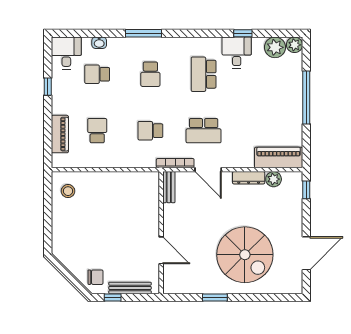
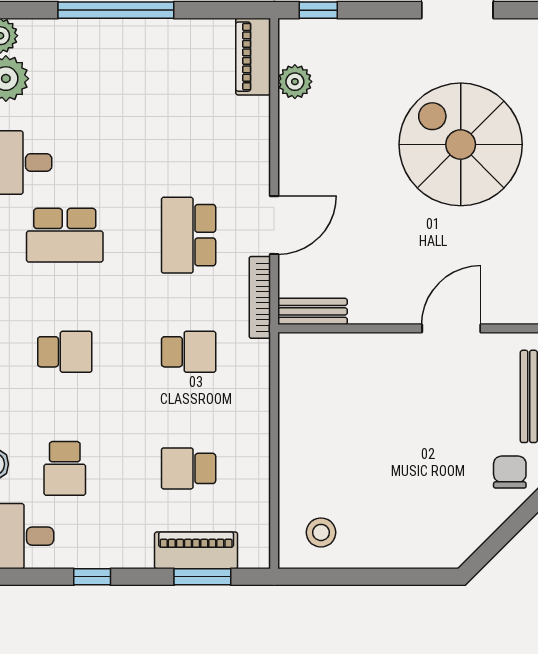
school desk: (150, 131) -> (189, 352), turned -90
school desk: (204, 131) -> (189, 235), turned 180
window: (48, 137) -> (202, 577), added
piano: (279, 158) -> (253, 57), width x0.73, depth x0.75
dresser: (249, 178) -> (292, 136), removed
spiral stairs: (245, 255) -> (461, 144), turned -90

